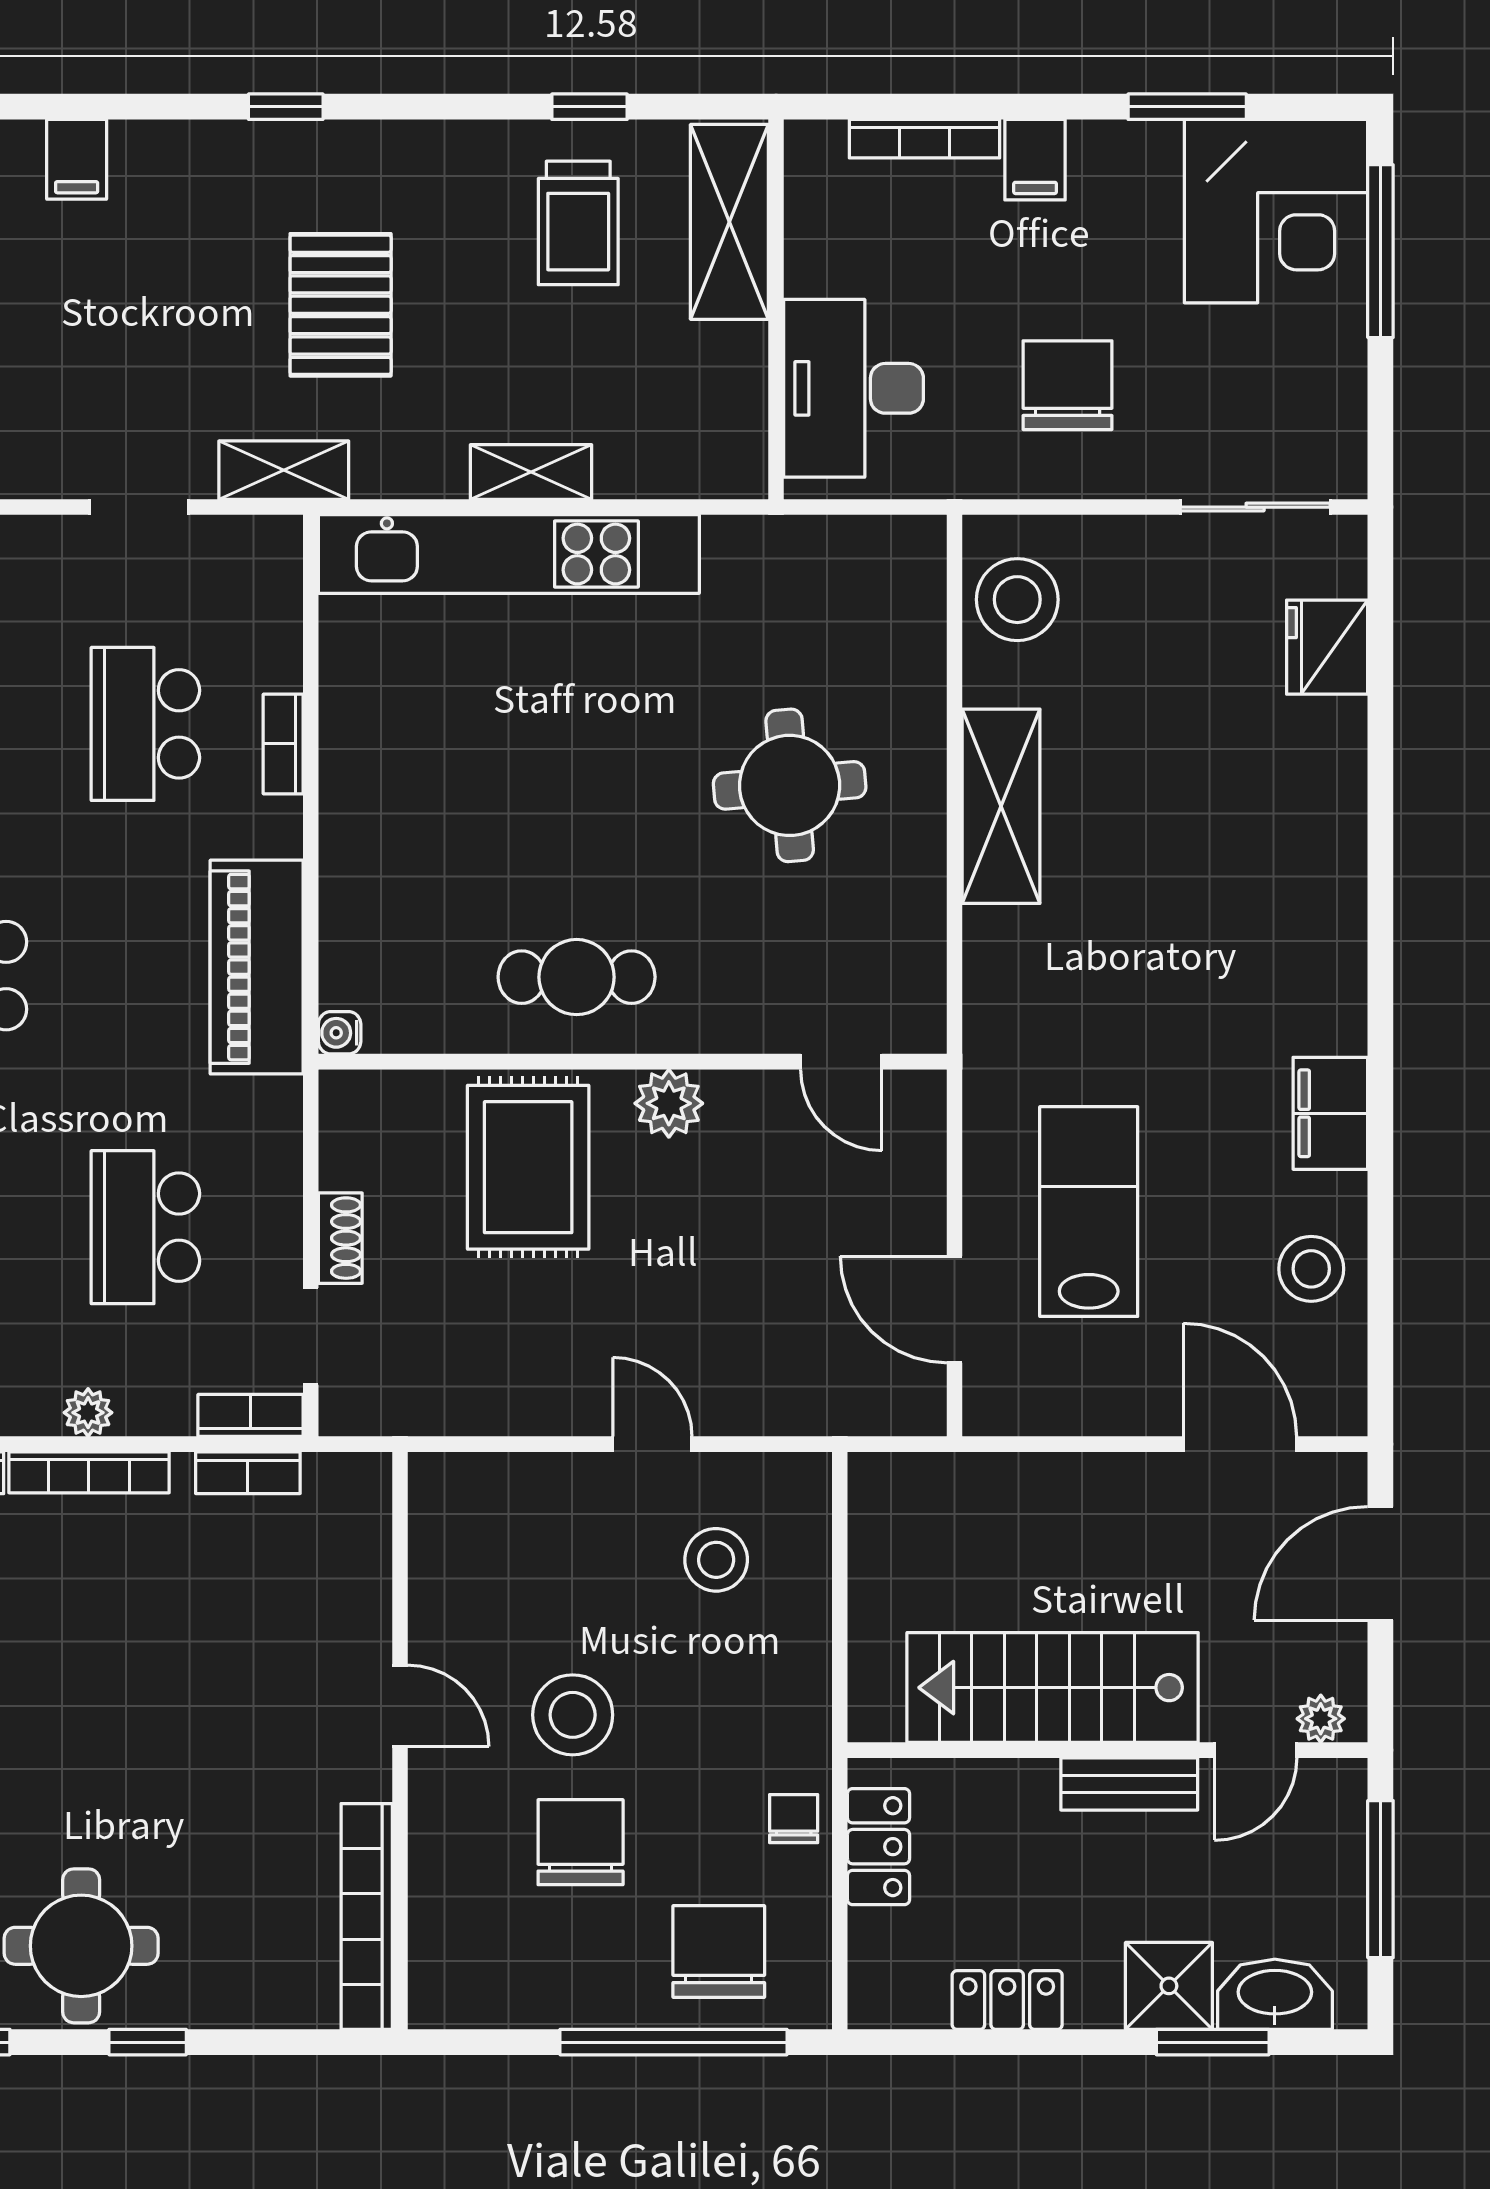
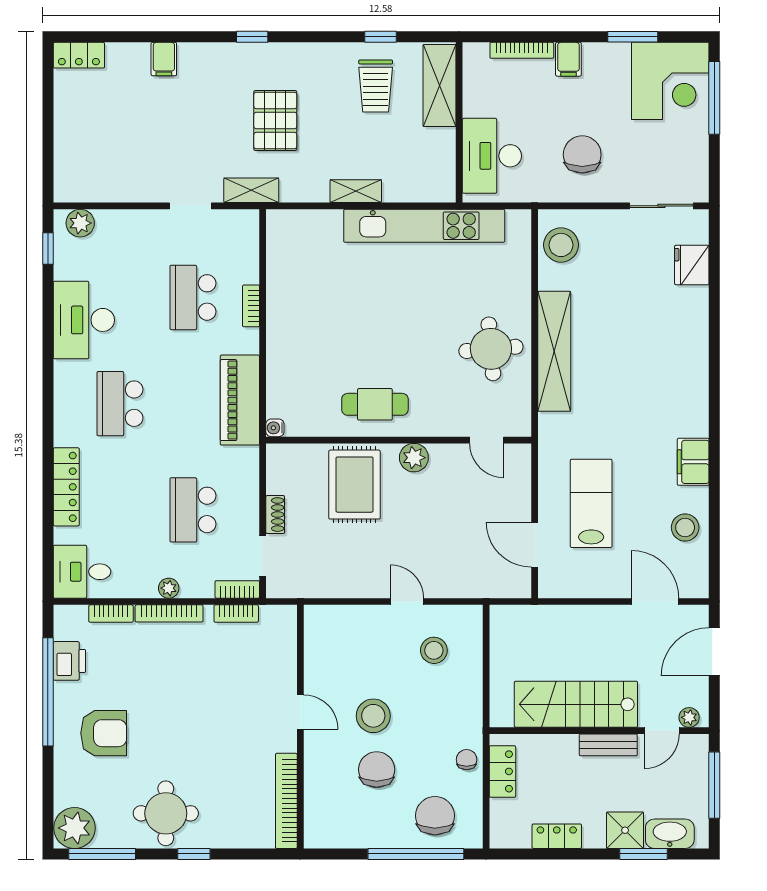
kitchen unit: (509, 554) -> (424, 226), moved
round table: (790, 785) -> (491, 349), moved
shelving: (1001, 806) -> (554, 351), width x1.47

